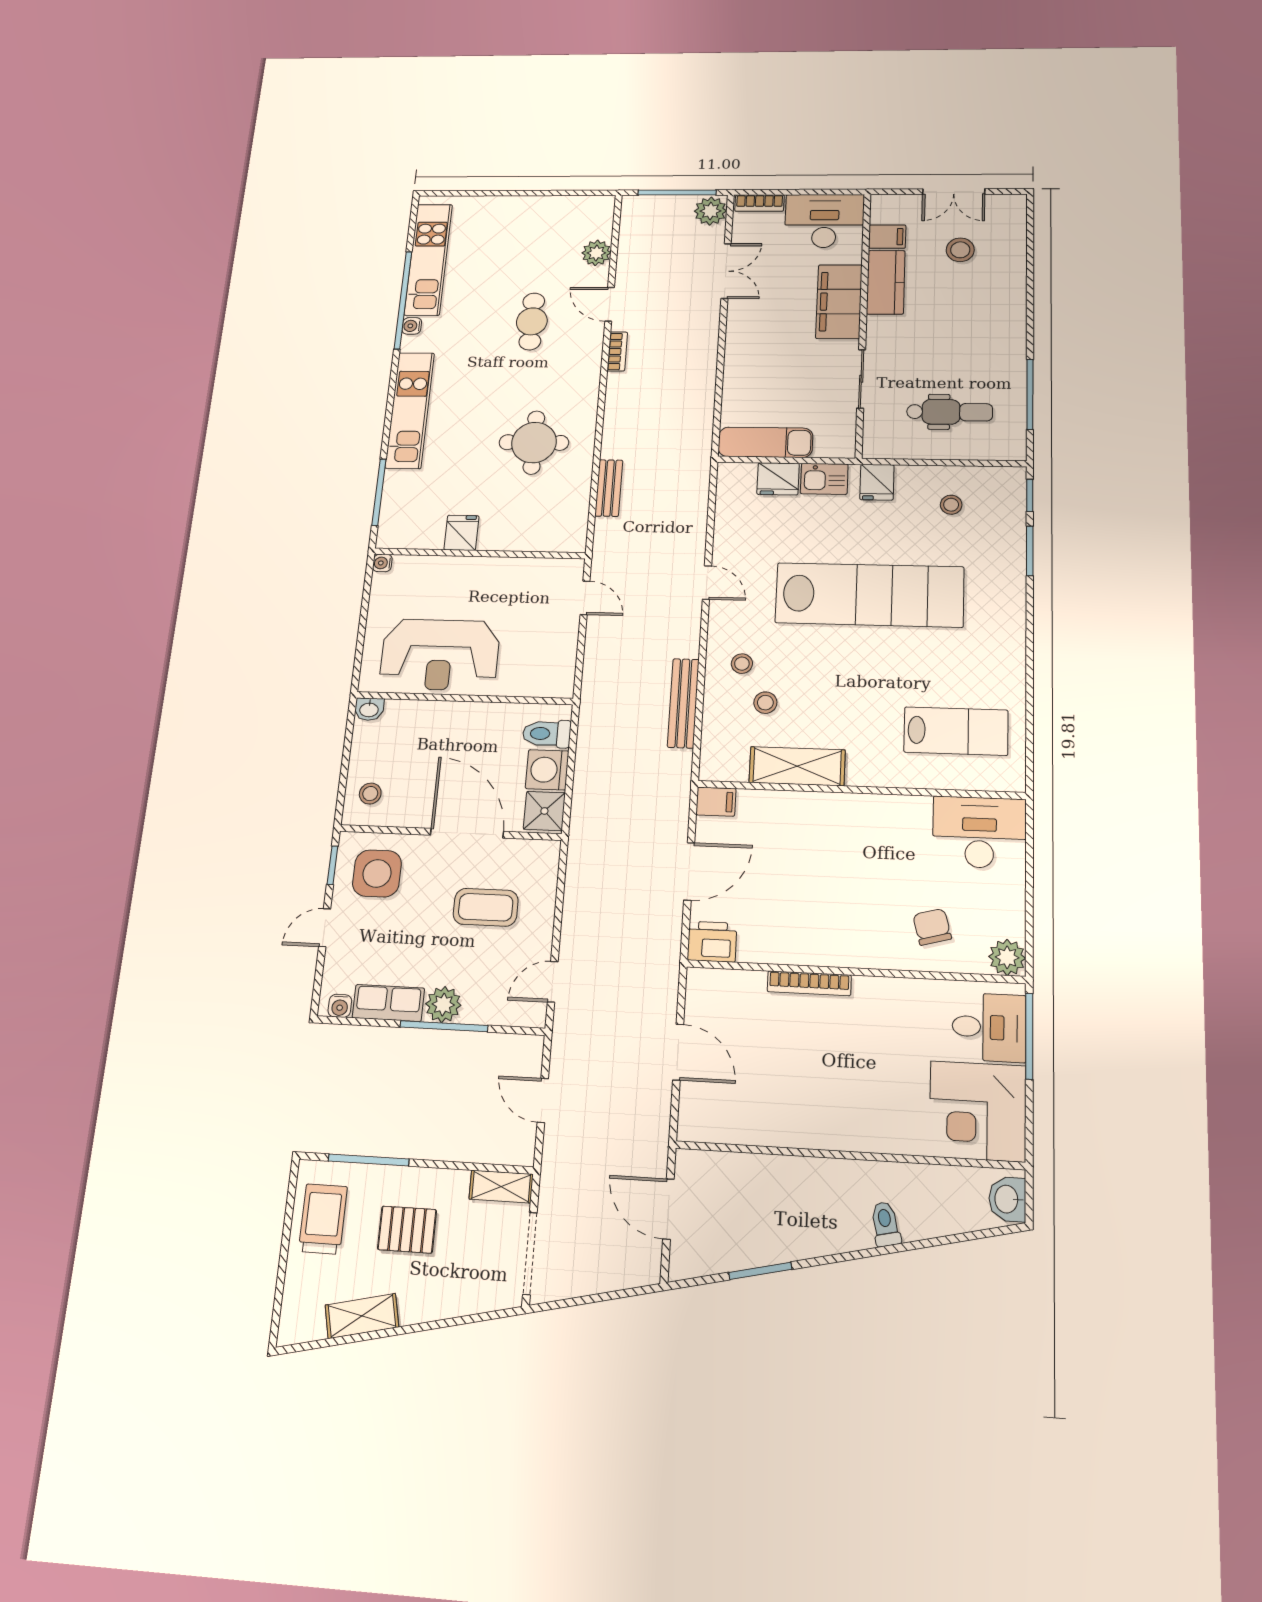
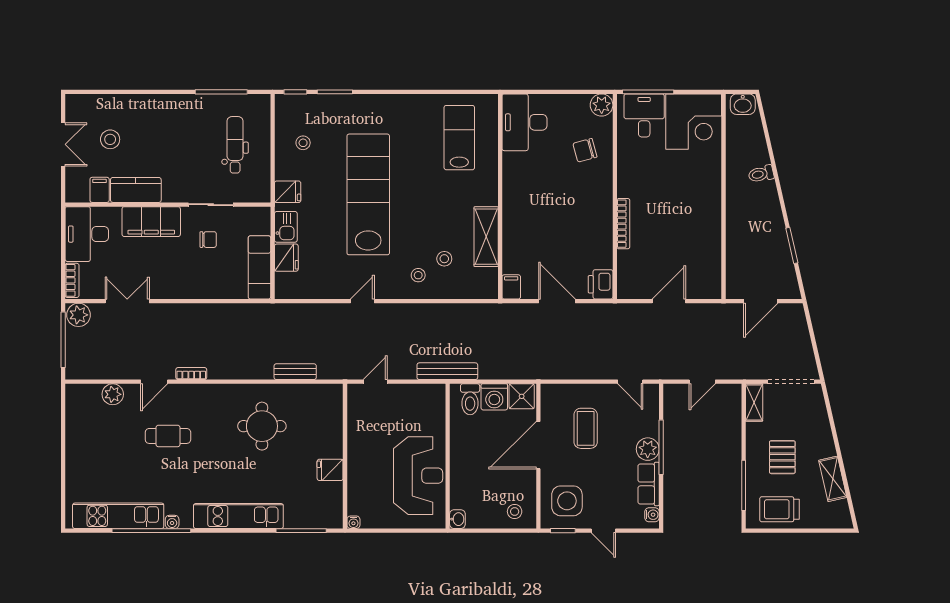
chair: (810, 375) -> (208, 240), added
bench: (683, 703) -> (447, 371), moved

